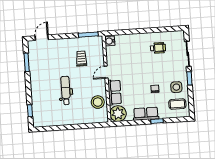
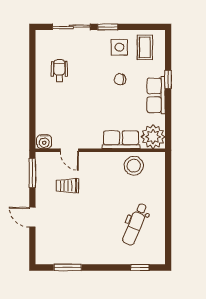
door: (42, 38) -> (32, 217), moved
door: (106, 72) -> (69, 150), moved
dental chair: (66, 90) -> (135, 224), moved, turned -68

